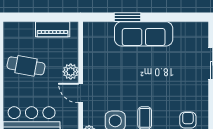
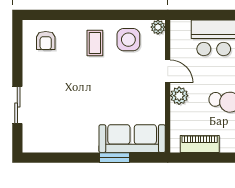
sofa: (144, 34) -> (132, 139), moved

